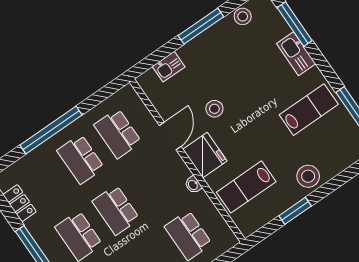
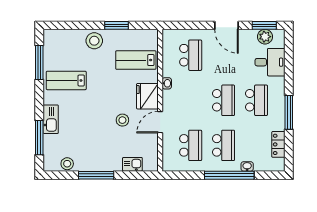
washbasin: (38, 154) -> (247, 166), added
lab bench: (246, 187) -> (136, 60), turned 180

